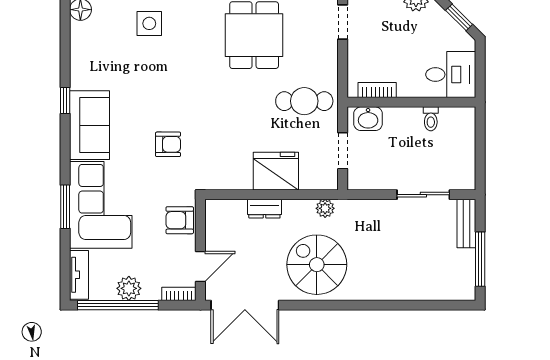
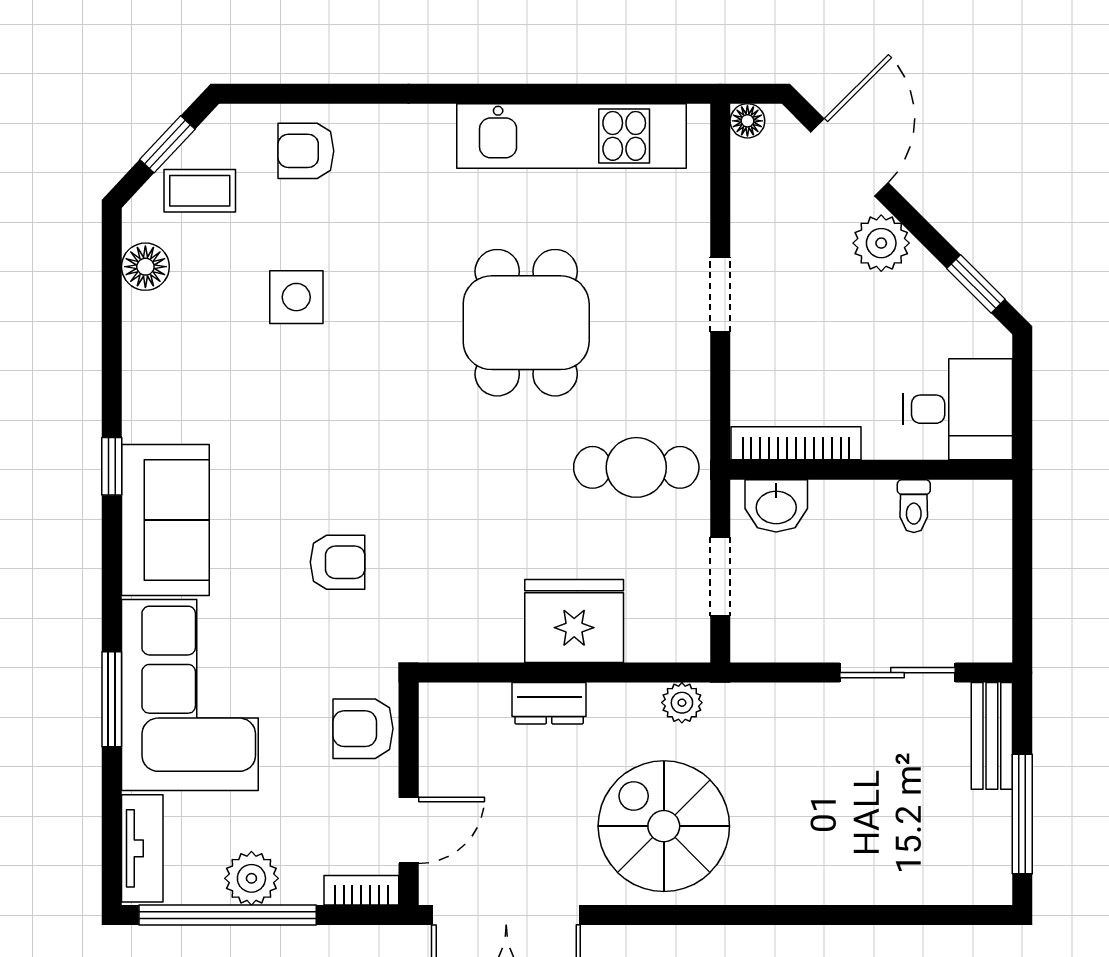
bookcase: (377, 90) -> (796, 443), width x1.56

